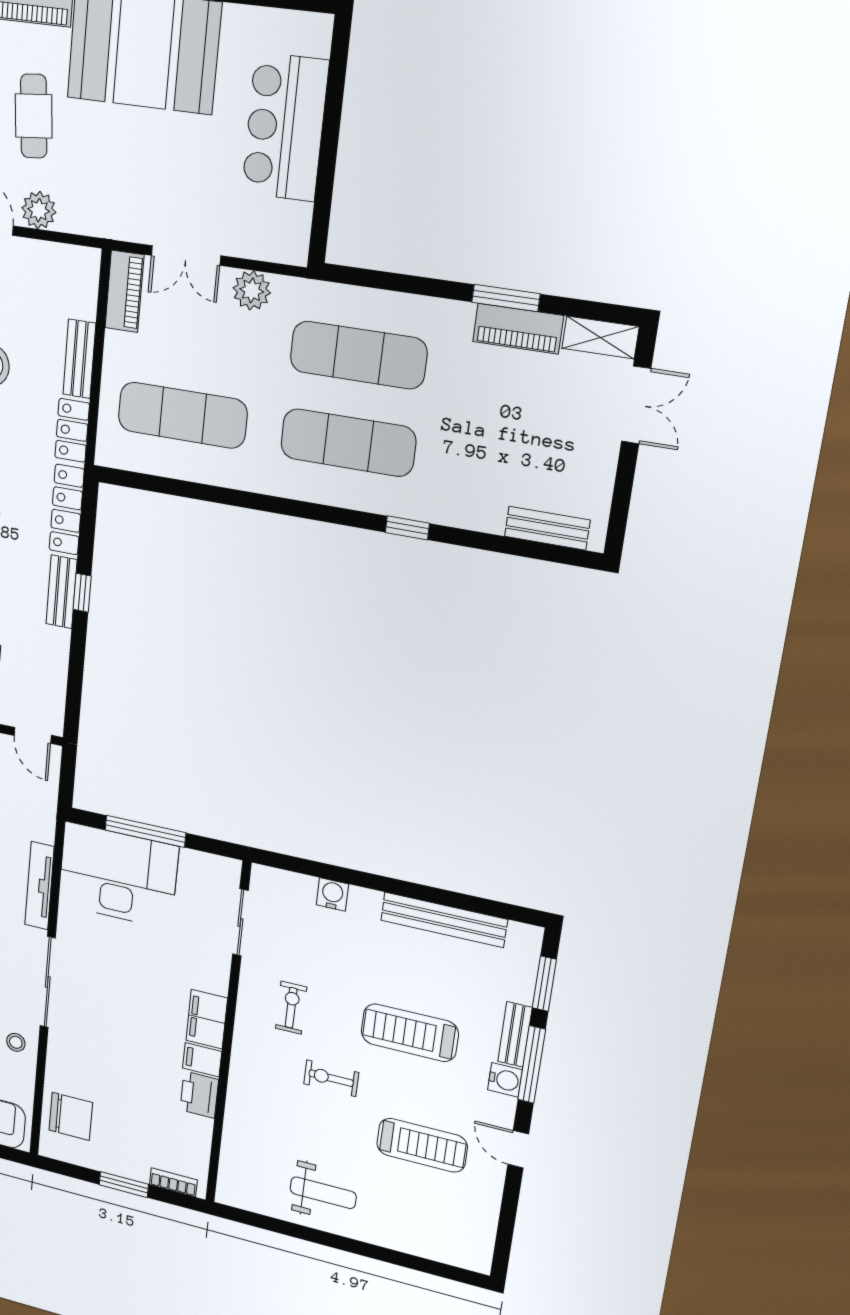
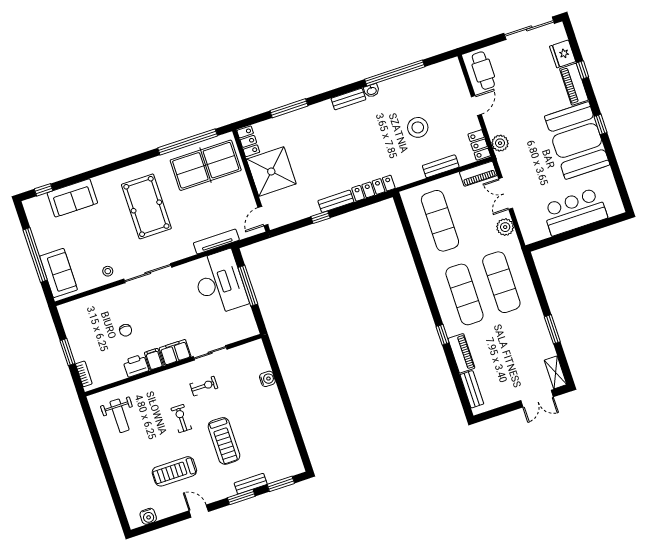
cafe table: (34, 116) -> (530, 105), removed
plant: (39, 210) -> (500, 143), moved
piano: (518, 329) -> (461, 353), moved, turned 180
locker: (72, 430) -> (479, 145), moved, turned -90
window: (82, 593) -> (320, 217), moved
tv unit: (39, 886) -> (216, 242), moved
bench: (444, 920) -> (284, 430), removed
sliding door: (240, 923) -> (210, 353), moved
treadmill: (410, 1033) -> (224, 441), turned 180
window: (532, 1065) -> (241, 497), width x0.69
water cooler: (505, 1080) -> (148, 516), moved
chair: (71, 1116) -> (126, 330), moved, width x0.54, depth x0.54
treadmill: (422, 1145) -> (174, 471), turned 90
door: (518, 1149) -> (199, 511), hinge flipped
weight bench: (323, 1193) -> (120, 416), moved

